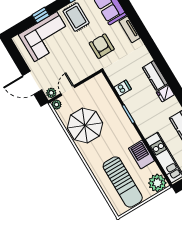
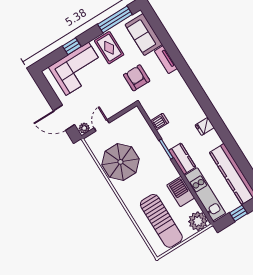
kitchen counter: (155, 75) -> (182, 159), moved, turned 180
plant: (57, 105) -> (90, 140), removed

